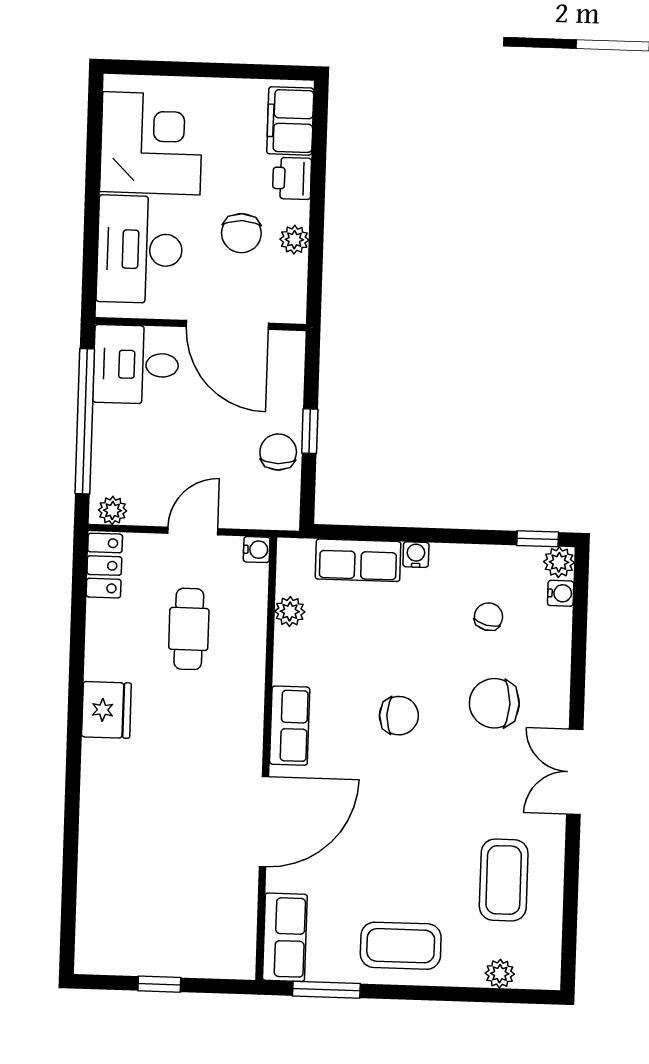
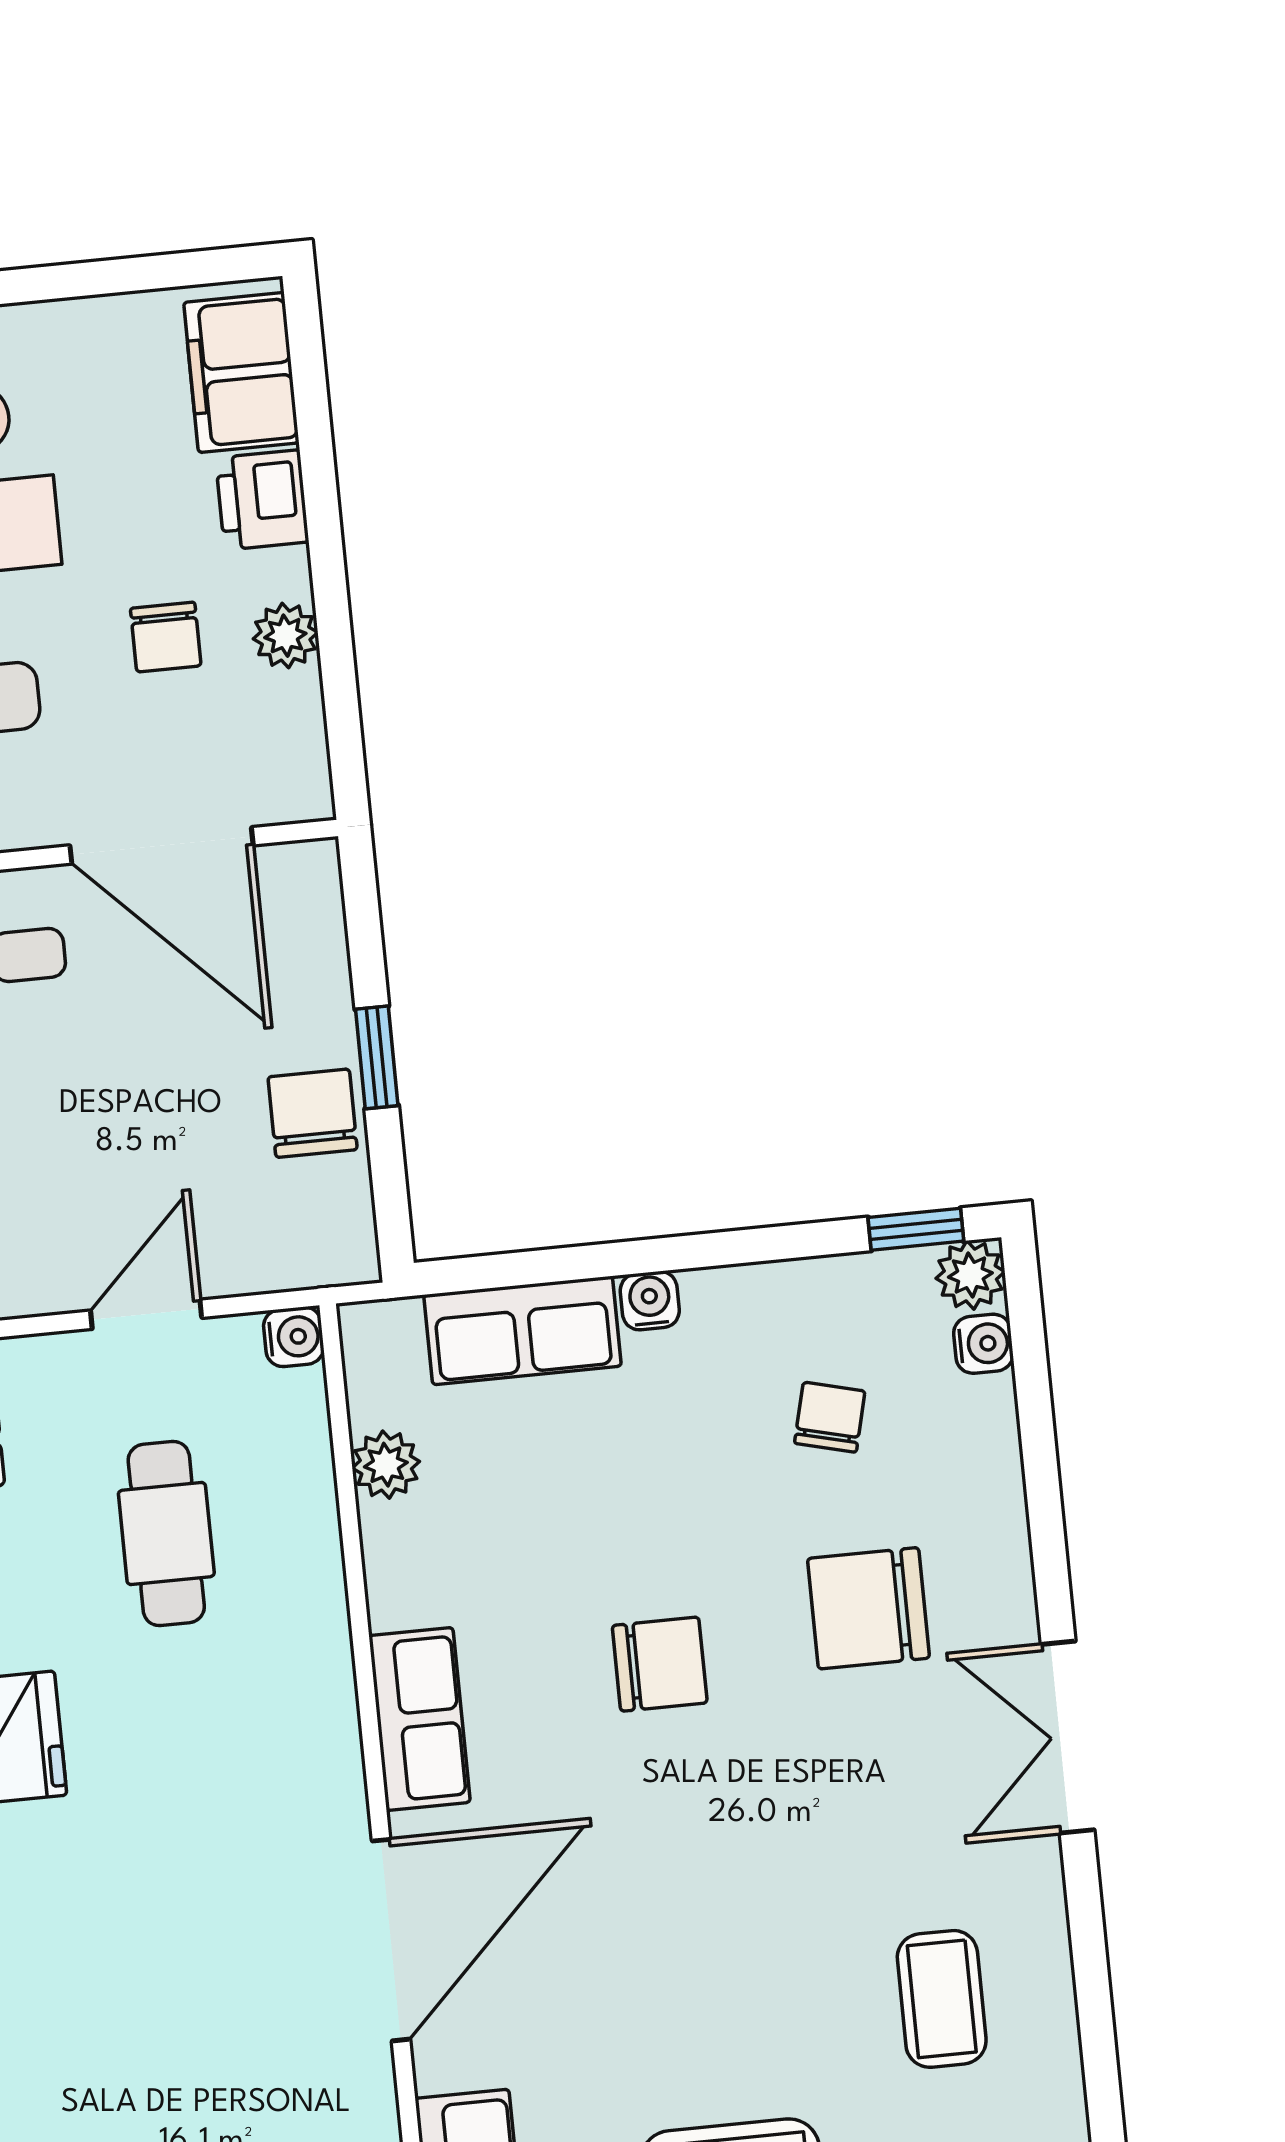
chair: (241, 233) -> (166, 637), width x0.73, depth x0.73
coffee table: (504, 880) -> (942, 1999), width x0.73, depth x0.77

